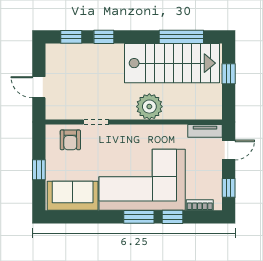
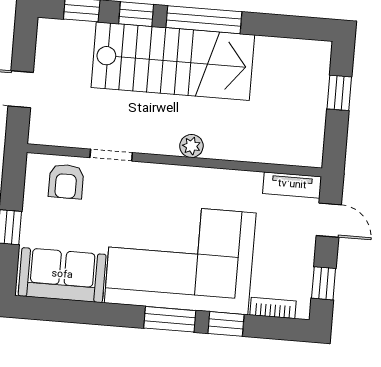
window: (181, 37) -> (204, 20), moved
stairs: (172, 63) -> (173, 61), moved
plant: (149, 107) -> (191, 146), width x0.53, depth x0.53
door: (229, 150) -> (329, 220), hinge flipped

